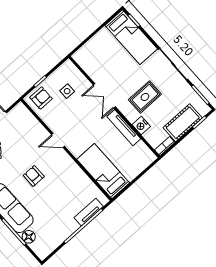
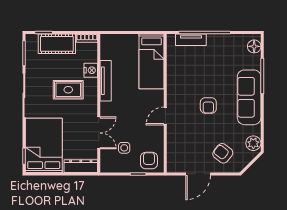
bed: (131, 37) -> (44, 145), width x1.50
dresser: (87, 50) -> (81, 166), added
double door: (104, 96) -> (99, 133), moved
armchair: (41, 98) -> (149, 161), turned 90
door: (58, 141) -> (165, 116), swing flipped
floor lamp: (29, 237) -> (254, 46), moved

